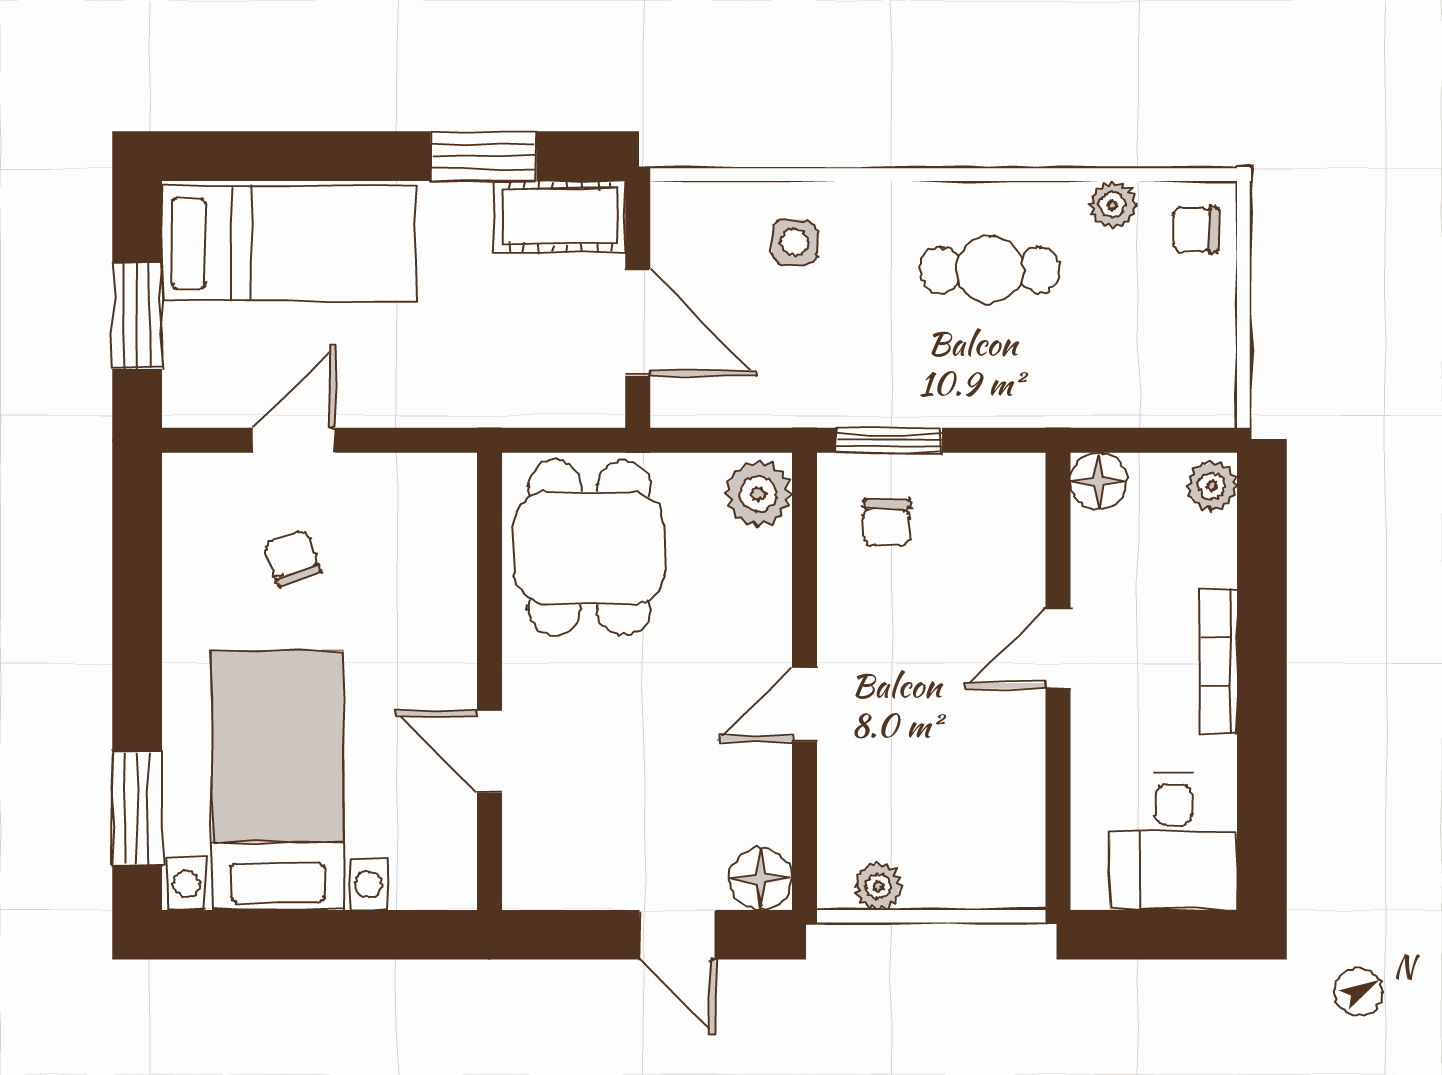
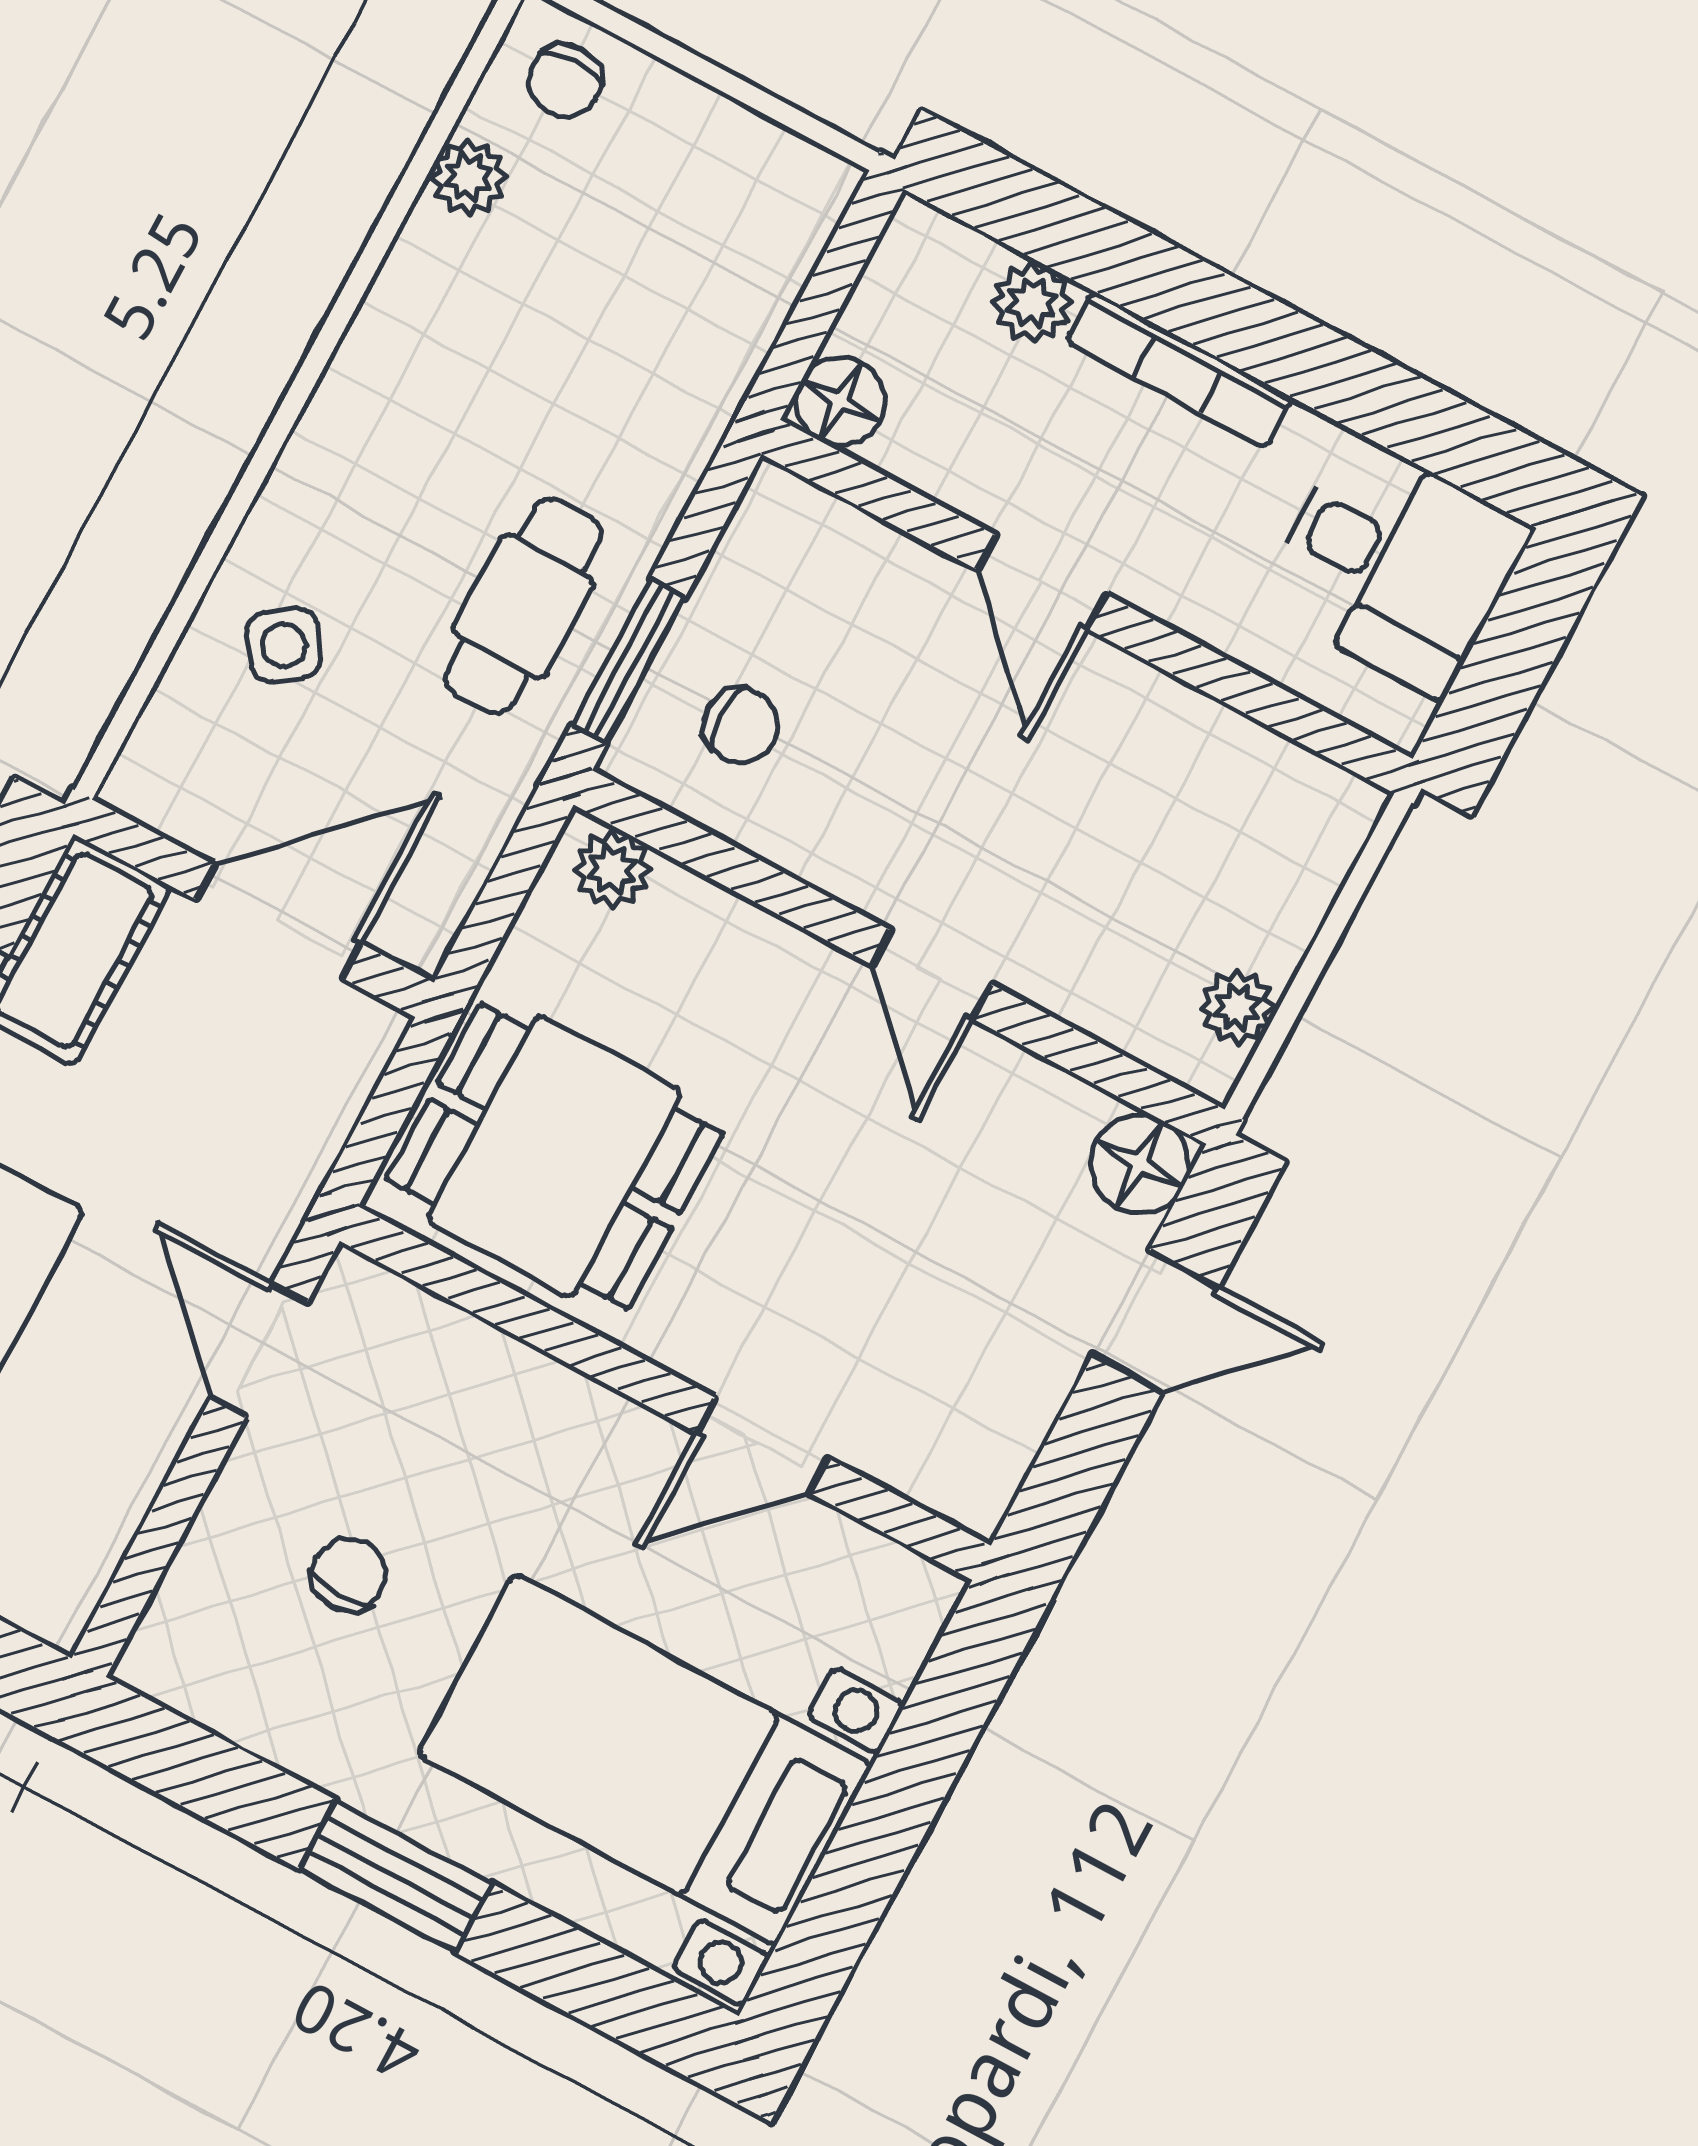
side table: (795, 242) -> (284, 645), turned -35
cafe table: (990, 270) -> (523, 606), moved
door: (294, 440) -> (259, 1350), moved
plant: (1212, 486) -> (1032, 303), moved
plant: (758, 494) -> (612, 869), width x0.73, depth x0.73
chair: (292, 558) -> (349, 1574), turned 109
window: (137, 808) -> (396, 1876), moved

